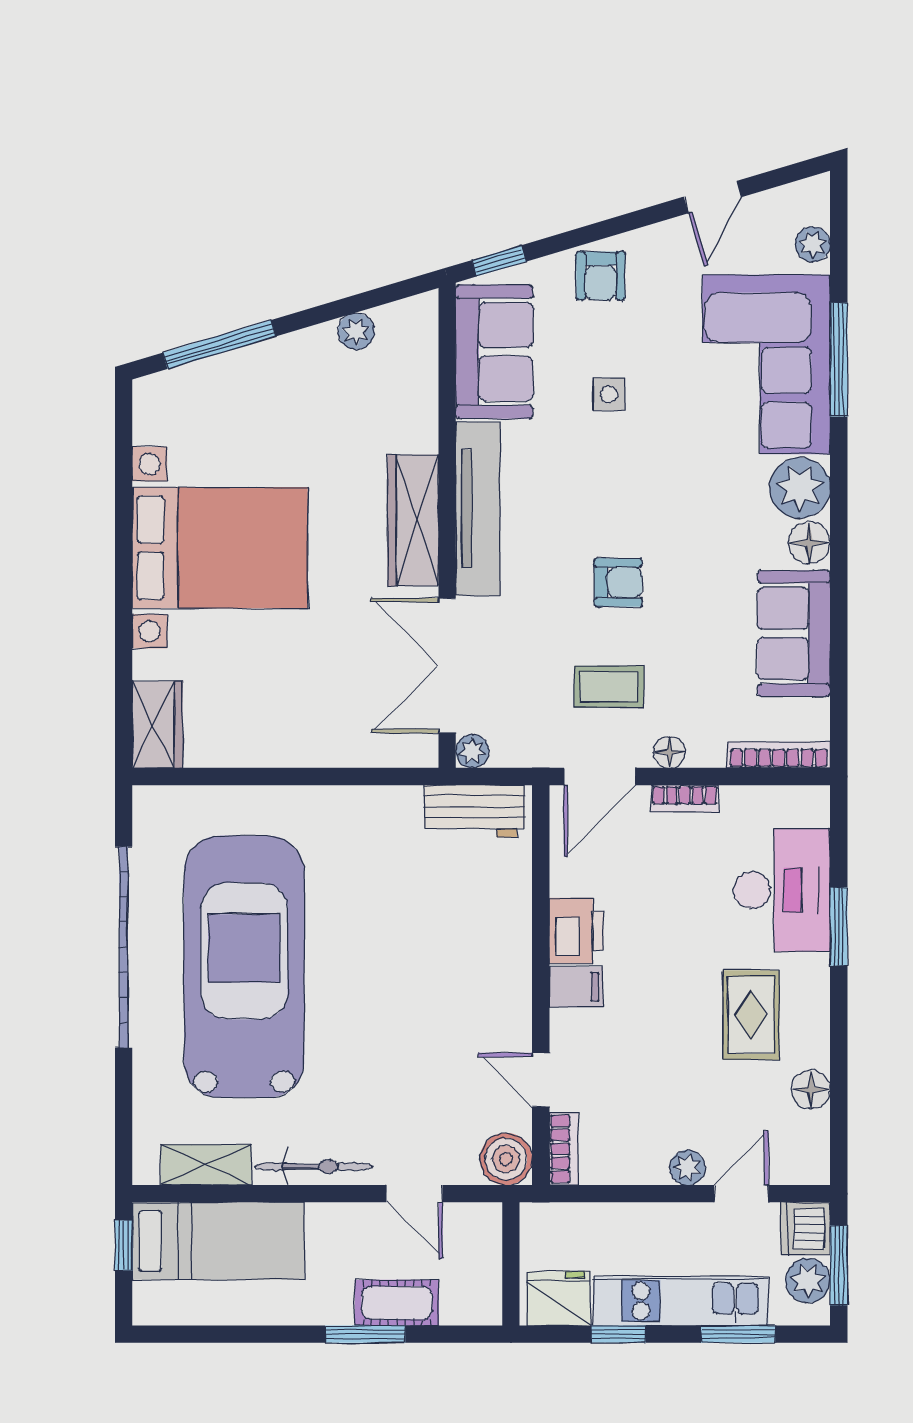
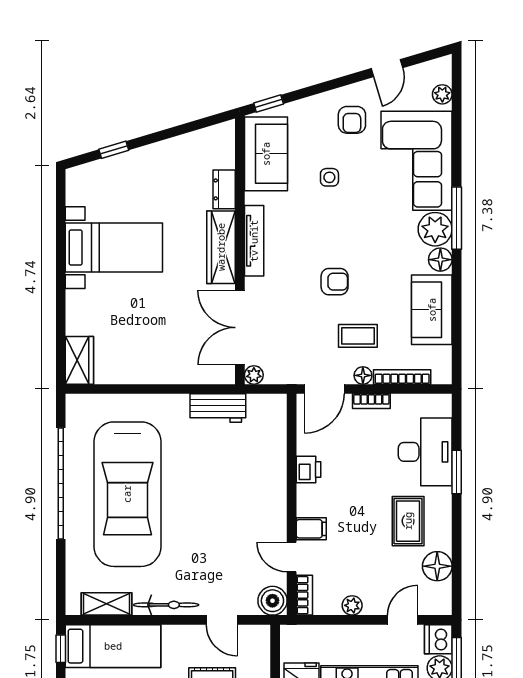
armchair: (601, 276) -> (352, 120), moved
plant: (356, 331) -> (189, 143), removed
window: (219, 344) -> (114, 150), width x0.46
window: (839, 360) -> (457, 218), moved
dresser: (419, 416) -> (224, 189), added
tv unit: (478, 509) -> (254, 241), width x0.73, depth x0.78
bed with nightstands: (220, 548) -> (114, 248), width x0.73
coffee table: (609, 687) -> (358, 336), moved
bookcase: (779, 755) -> (402, 377), moved
workbench: (475, 811) -> (218, 408), moved
printer: (576, 931) -> (308, 469), width x0.73, depth x0.81
car: (244, 967) -> (127, 494), turned 180
filing cabinet: (576, 987) -> (311, 529), moved
floor lamp: (811, 1089) -> (437, 566), width x1.38, depth x1.38
plant: (687, 1168) -> (352, 605), moved

